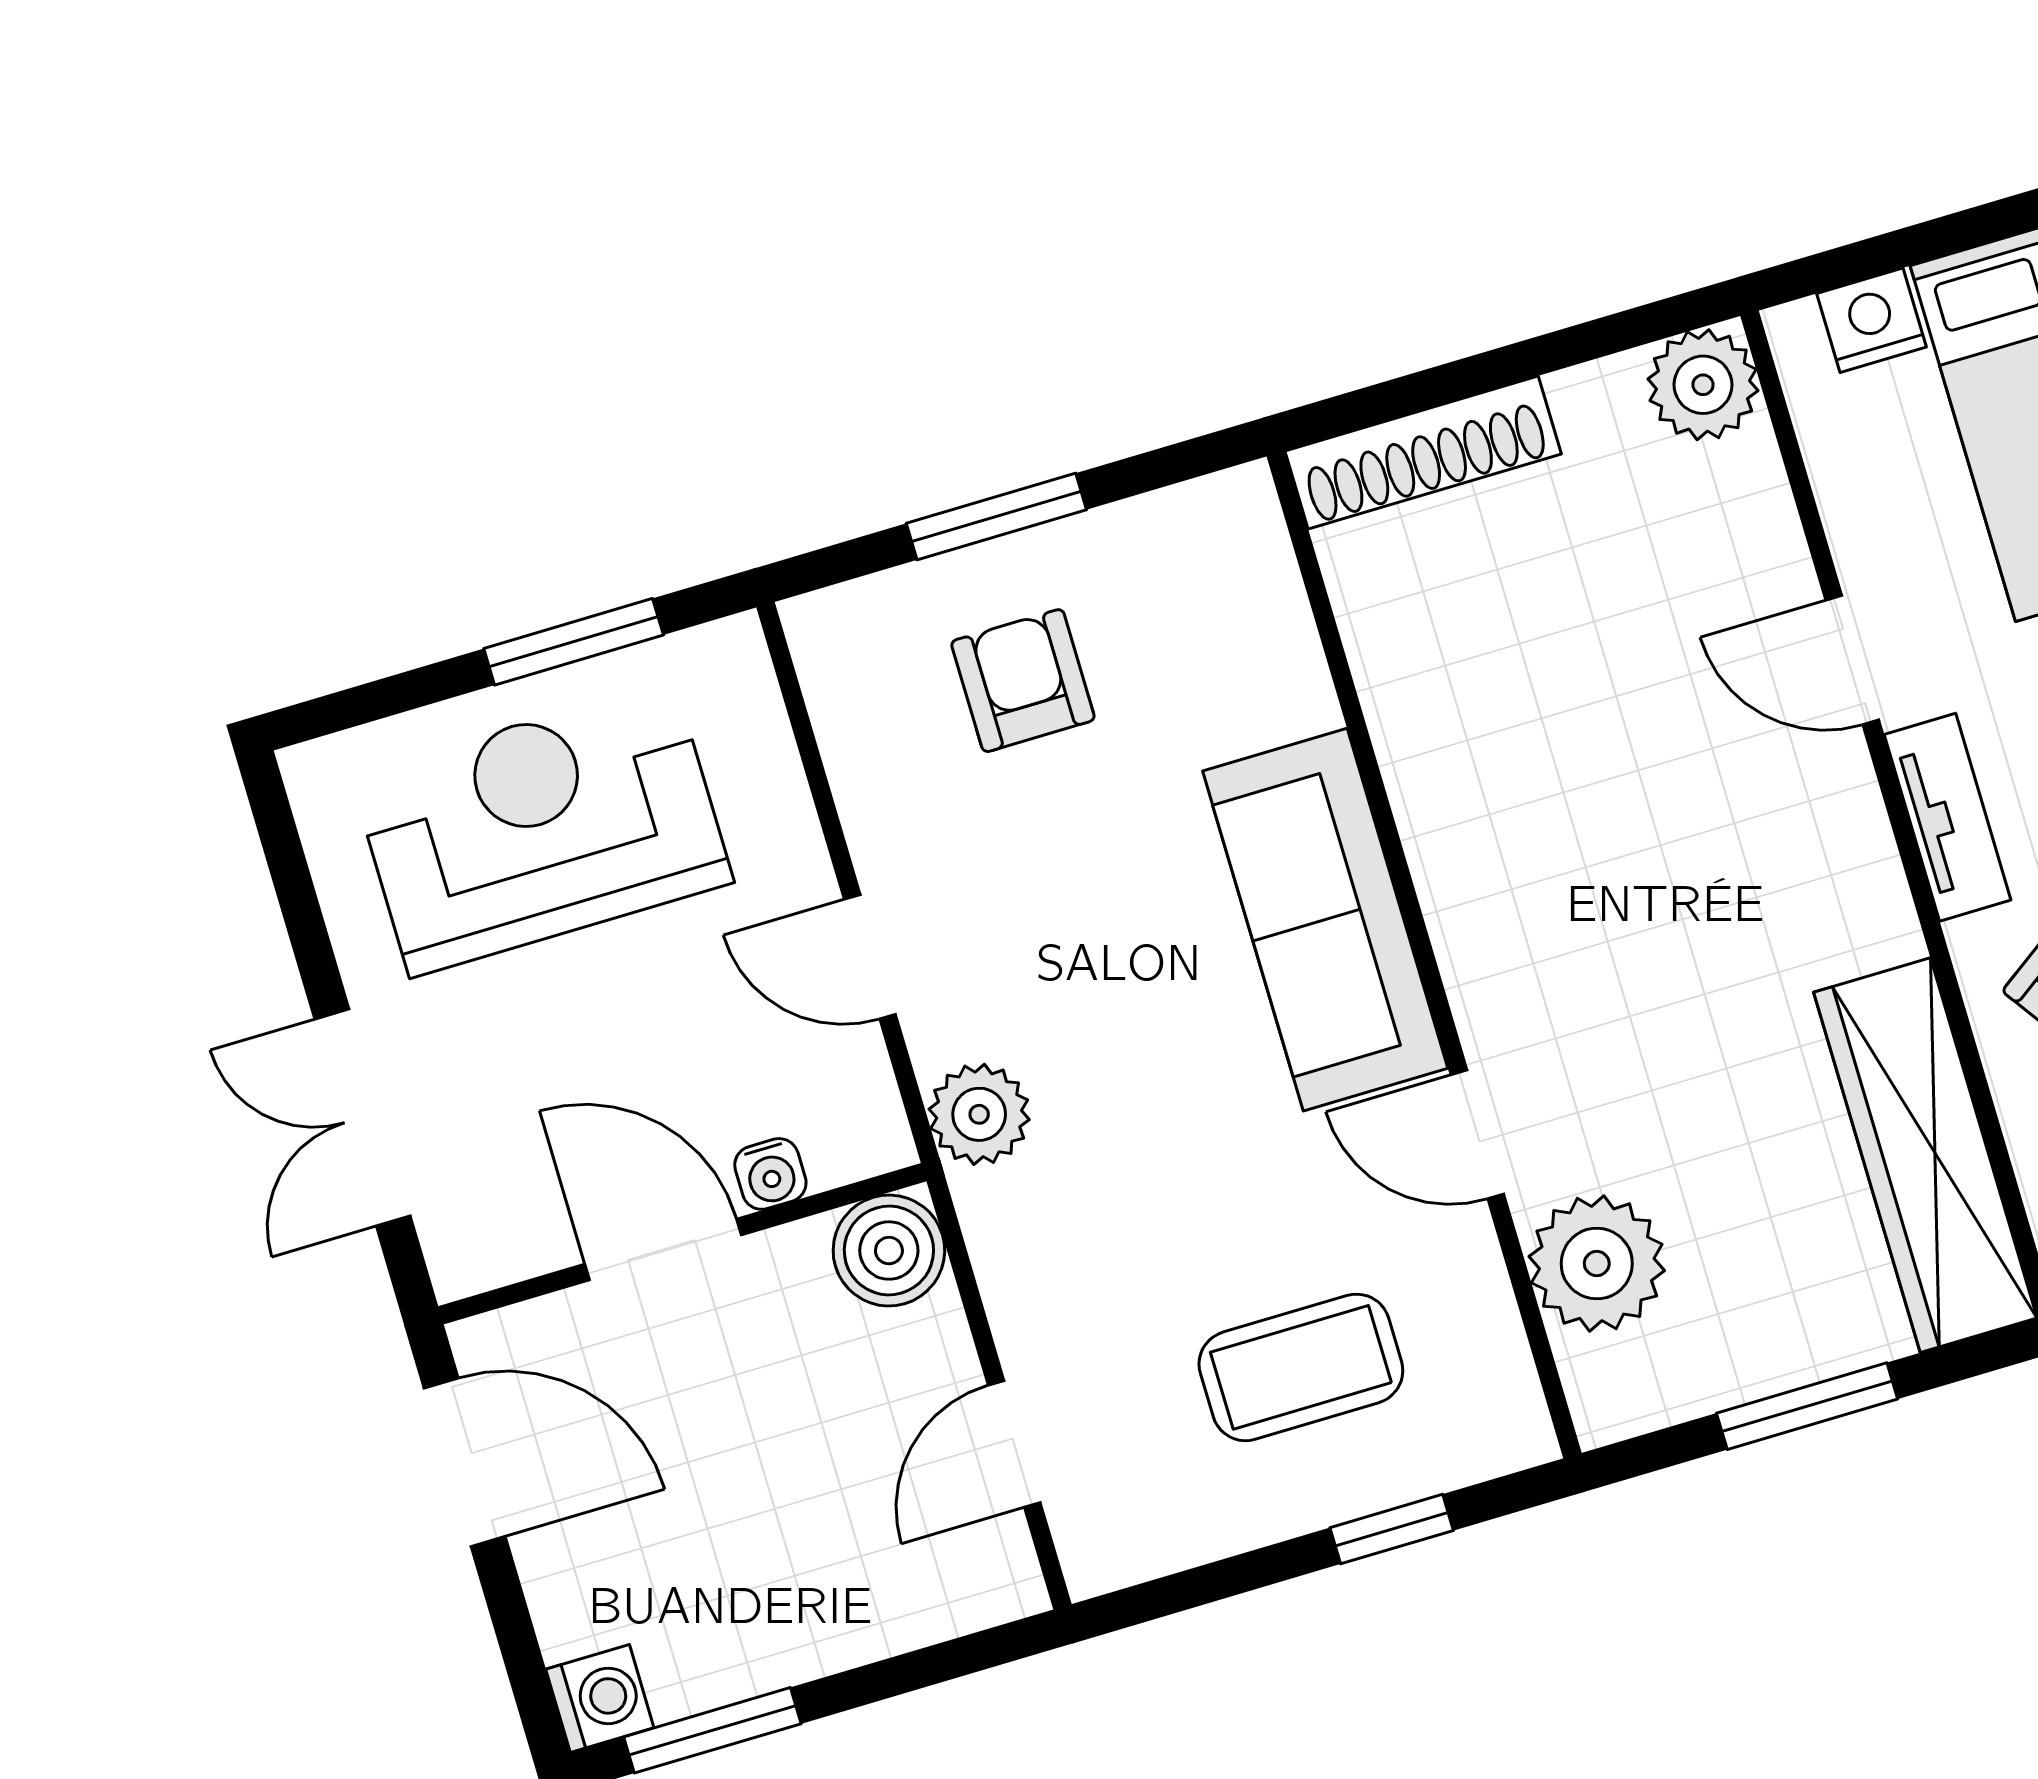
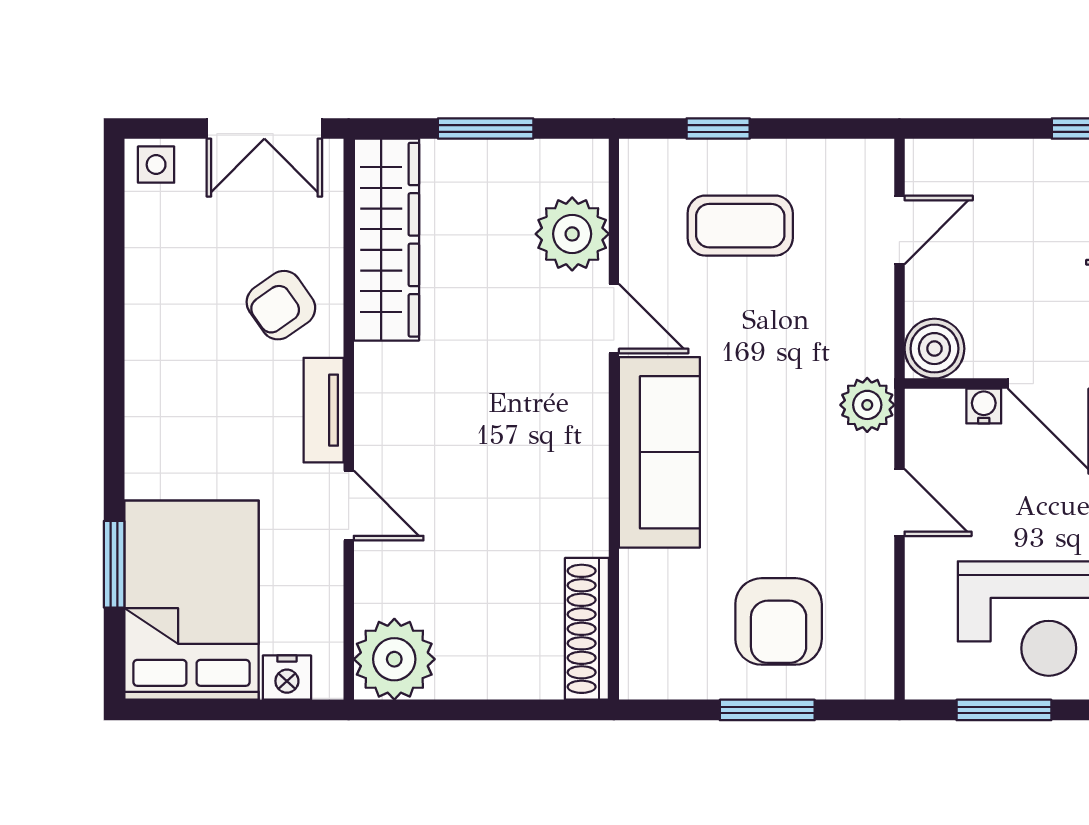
plant: (1703, 385) -> (394, 659), width x1.36, depth x1.36
shoe rack: (1423, 452) -> (587, 629), moved, turned -90
armchair: (1023, 681) -> (779, 621), width x1.38, depth x1.38

